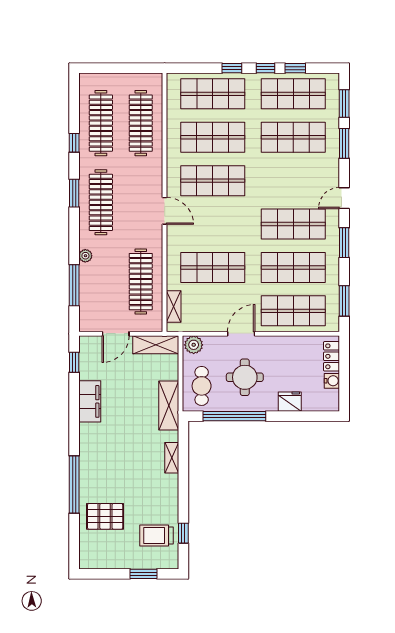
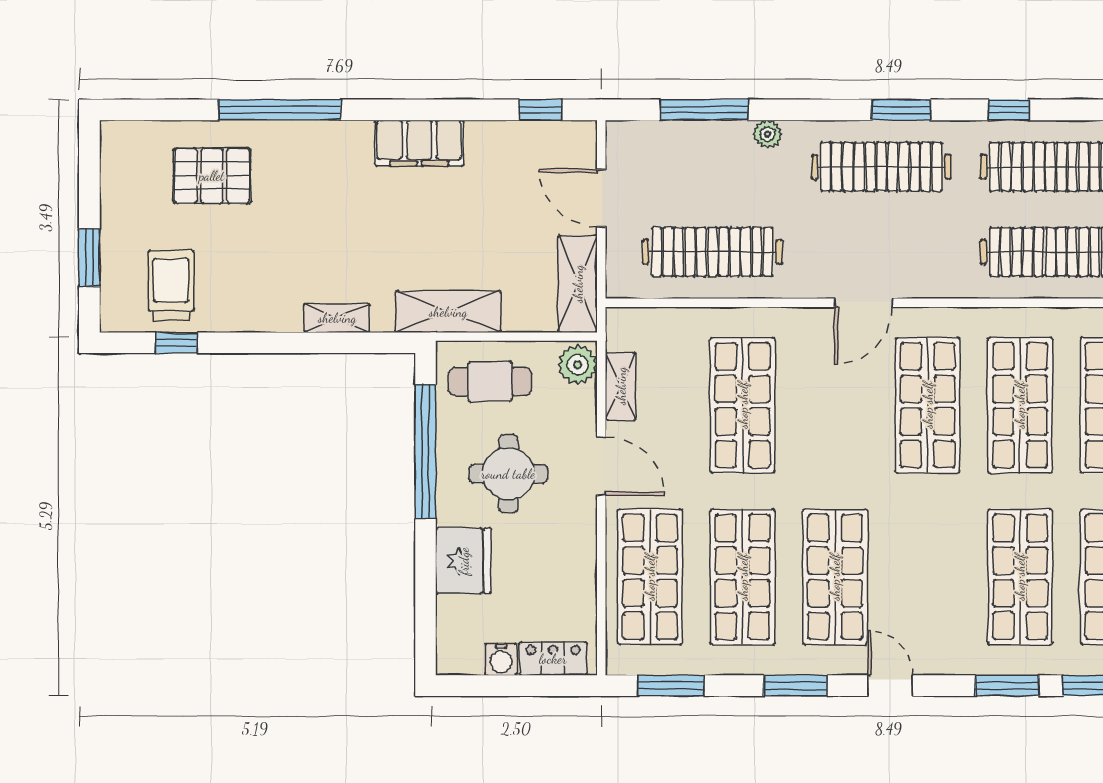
shelving: (174, 306) -> (621, 386), moved, turned 90
filing cabinet: (90, 401) -> (419, 143), moved
fridge: (290, 402) -> (464, 561), width x1.36, depth x1.34
pallet: (105, 516) -> (212, 176), turned 90

